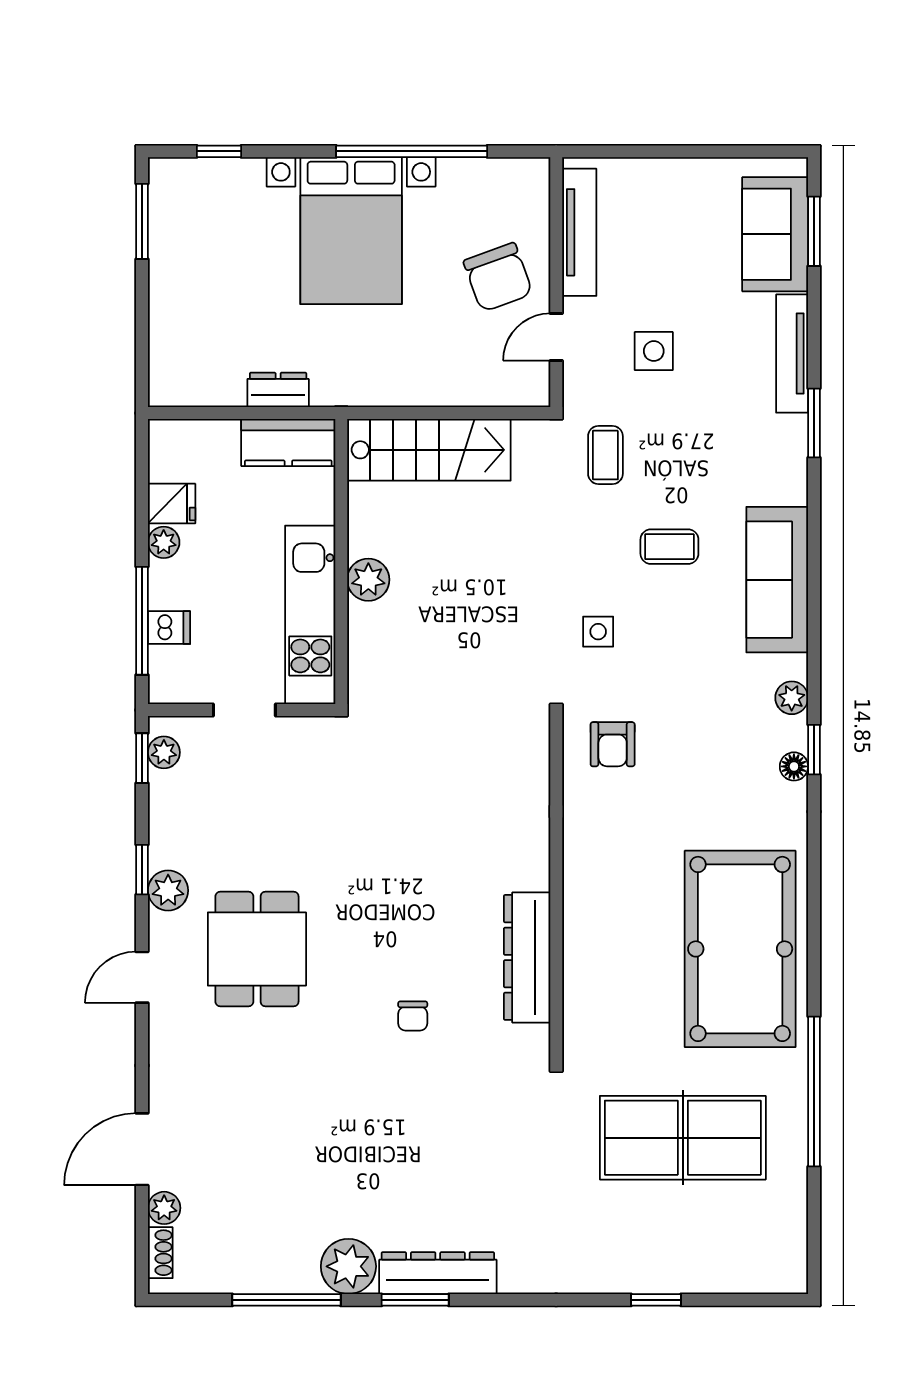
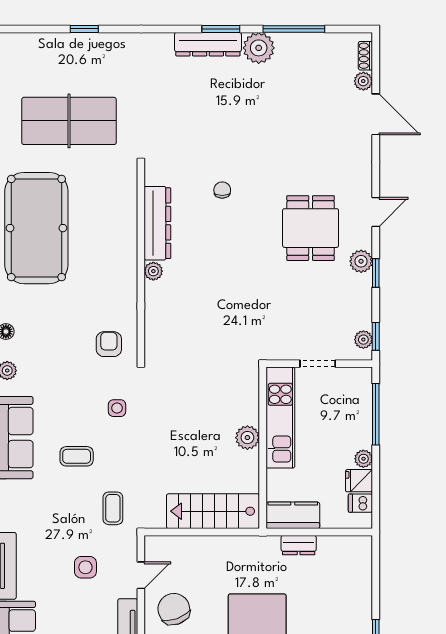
dishwasher: (169, 628) -> (360, 503), moved
plant: (534, 873) -> (153, 271), added
door: (142, 1149) -> (376, 114), hinge flipped

